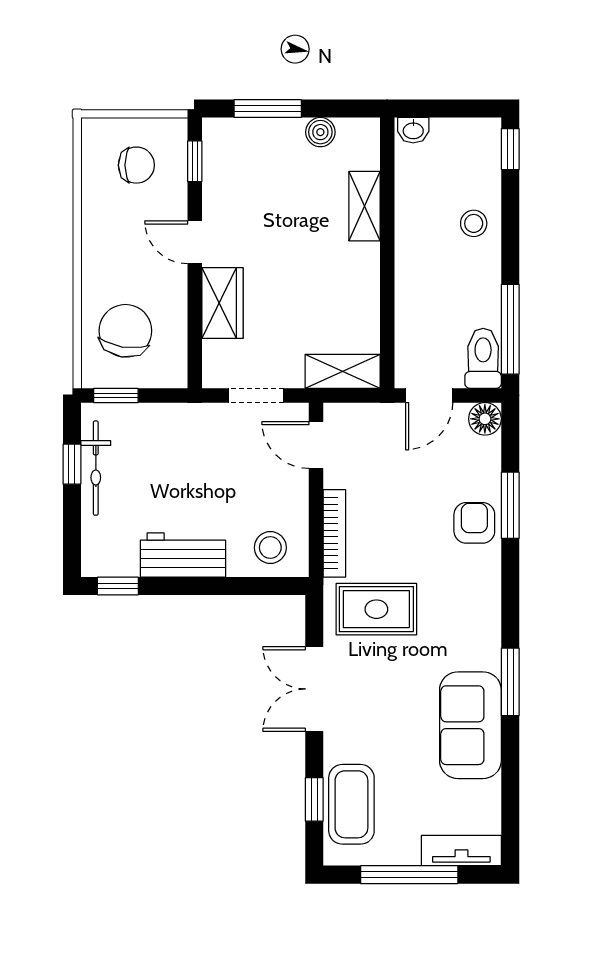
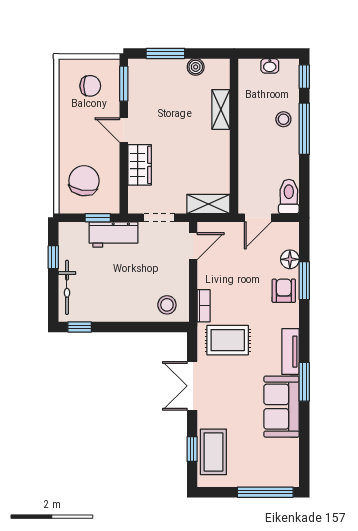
washbasin: (413, 130) -> (270, 66), moved
window: (195, 161) -> (124, 84), width x1.50
window: (510, 329) -> (304, 129), moved
window: (116, 395) -> (98, 218), moved
floor lamp: (485, 419) -> (290, 259), moved
door: (316, 445) -> (193, 246), swing flipped
bicycle: (96, 468) -> (67, 287), moved
bookcase: (334, 533) -> (204, 306), width x0.64
workbench: (183, 555) -> (113, 234), moved, turned 180
tv unit: (461, 851) -> (291, 352), moved, turned -90
window: (409, 875) -> (265, 492), moved

